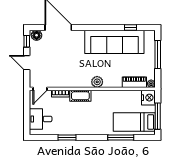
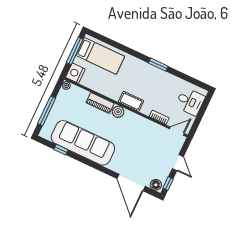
piano: (134, 82) -> (100, 103), moved
cot: (80, 96) -> (131, 101), moved
window: (67, 137) -> (158, 65), moved
window: (121, 137) -> (120, 47), removed

